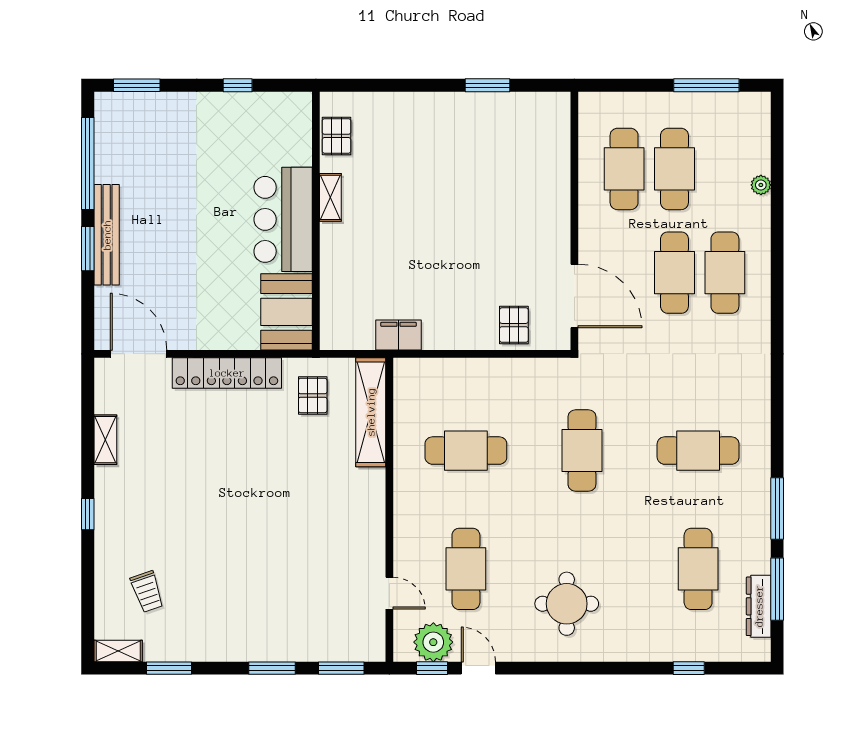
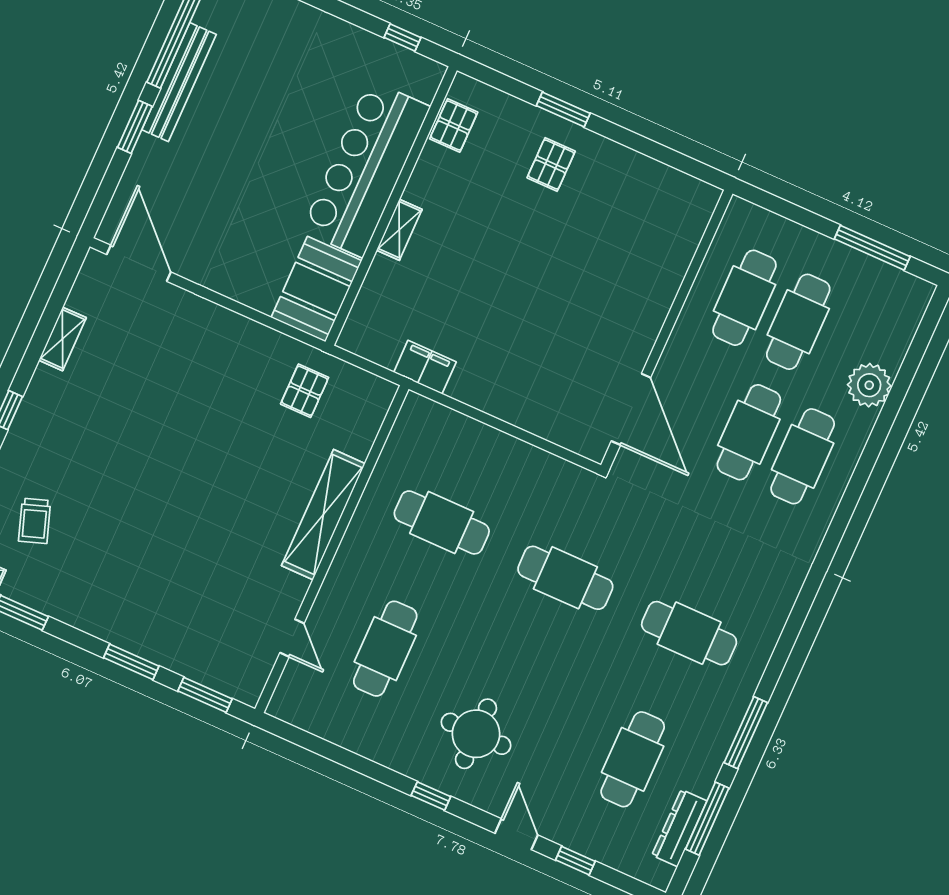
window: (238, 85) -> (402, 38), moved
window: (487, 85) -> (563, 110), moved
plant: (761, 185) -> (869, 385), width x1.88, depth x1.88
shelving: (330, 197) -> (399, 230), moved
bar counter: (283, 219) -> (366, 169), width x1.36
bench: (107, 235) -> (179, 82), moved
pallet: (514, 325) -> (551, 164), moved
locker: (227, 373) -> (224, 326), removed
shelving: (371, 412) -> (323, 515), moved
cafe table: (582, 451) -> (565, 578), turned 90
plant: (433, 642) -> (315, 711), removed
window: (432, 668) -> (431, 796), moved
door: (478, 668) -> (516, 834), moved

